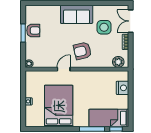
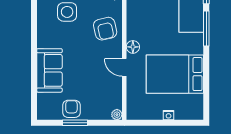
sofa: (77, 14) -> (49, 70), moved
armchair: (82, 51) -> (105, 29), moved
floor lamp: (78, 75) -> (133, 47), added

